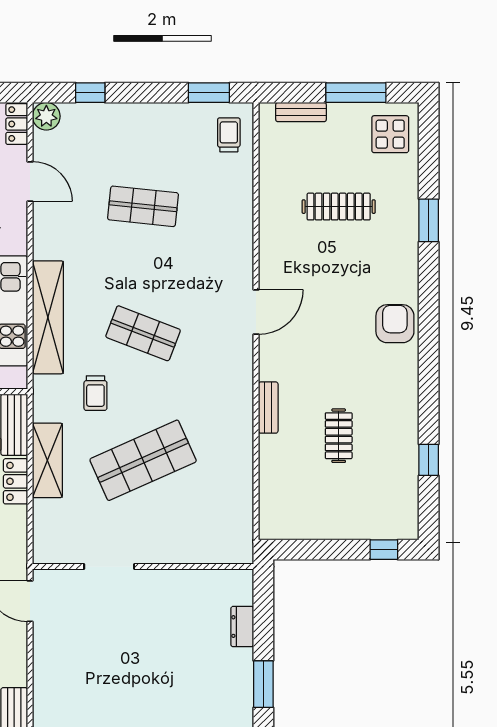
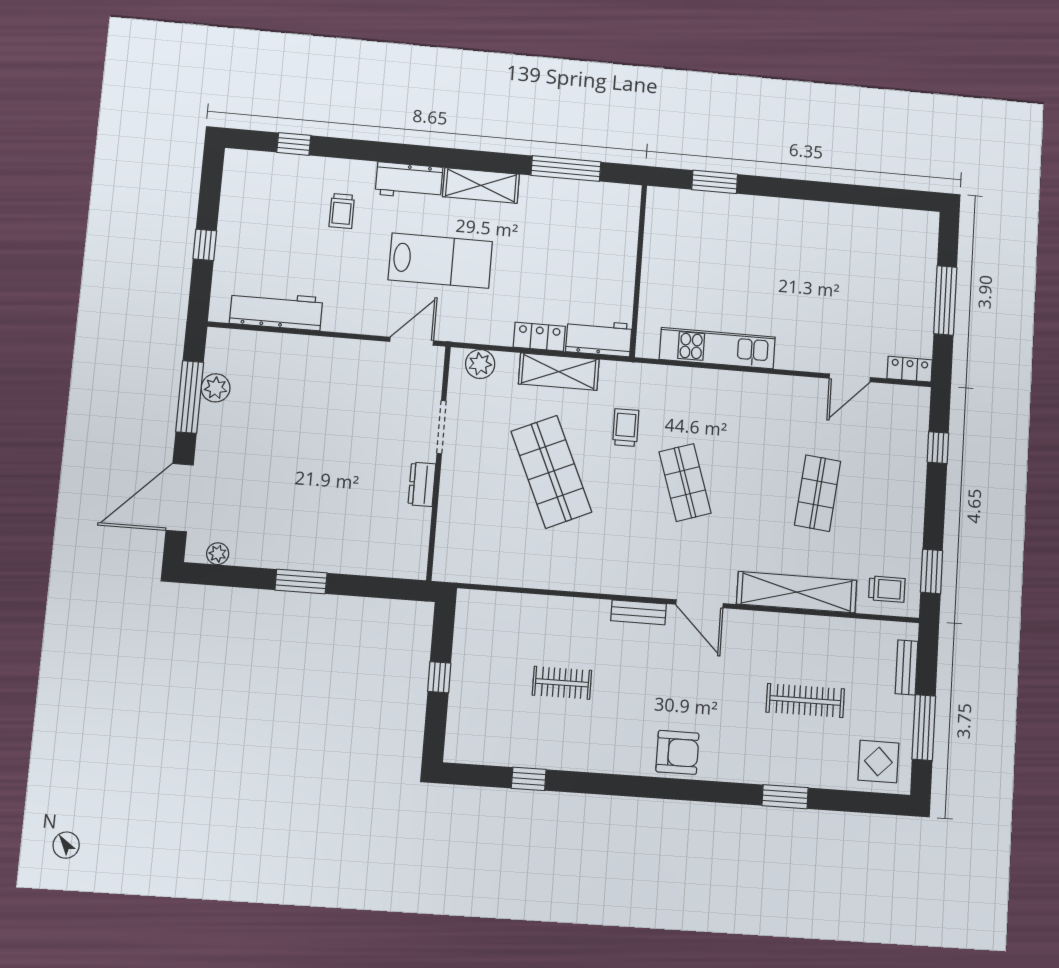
plant: (46, 116) -> (480, 364), moved
clothes rail: (339, 207) -> (805, 700), turned 90
shelving: (48, 317) -> (797, 592), moved
shop shelf: (143, 333) -> (685, 483), turned -39
trolley: (95, 393) -> (626, 428), turned 90
bench: (268, 408) -> (638, 612), moved
window: (384, 550) -> (439, 677), moved
dresser: (242, 627) -> (422, 484), moved, turned -90

